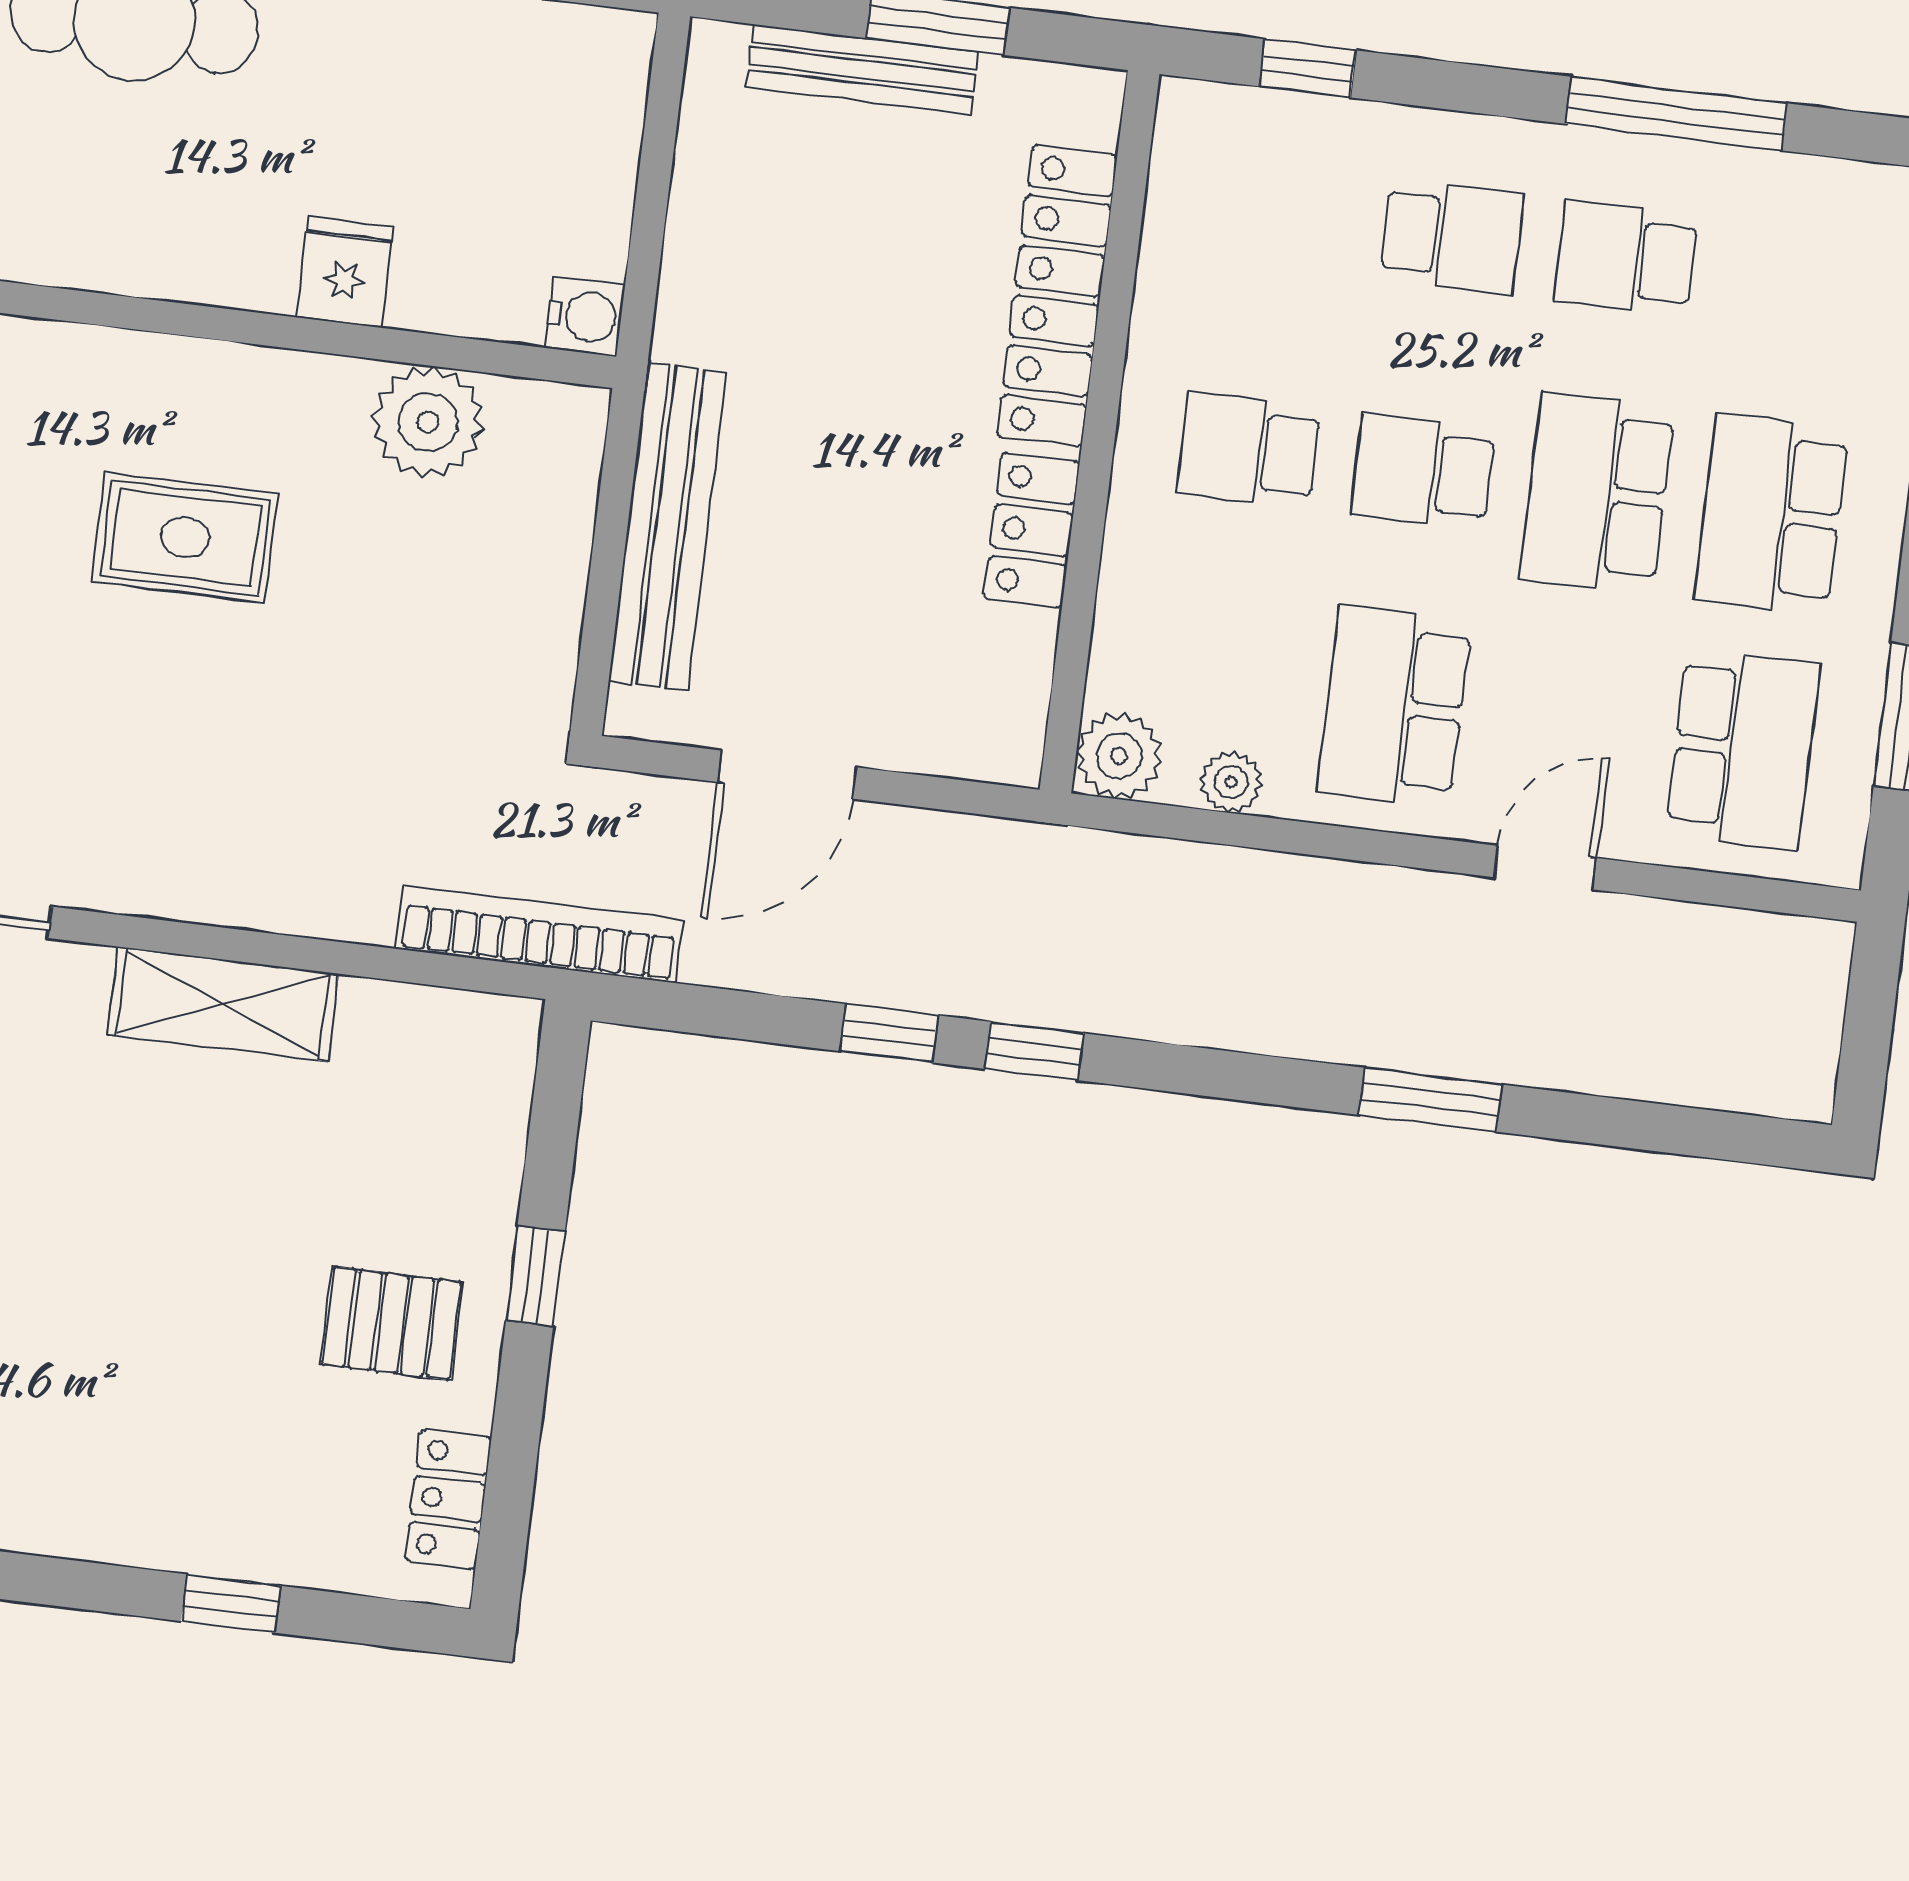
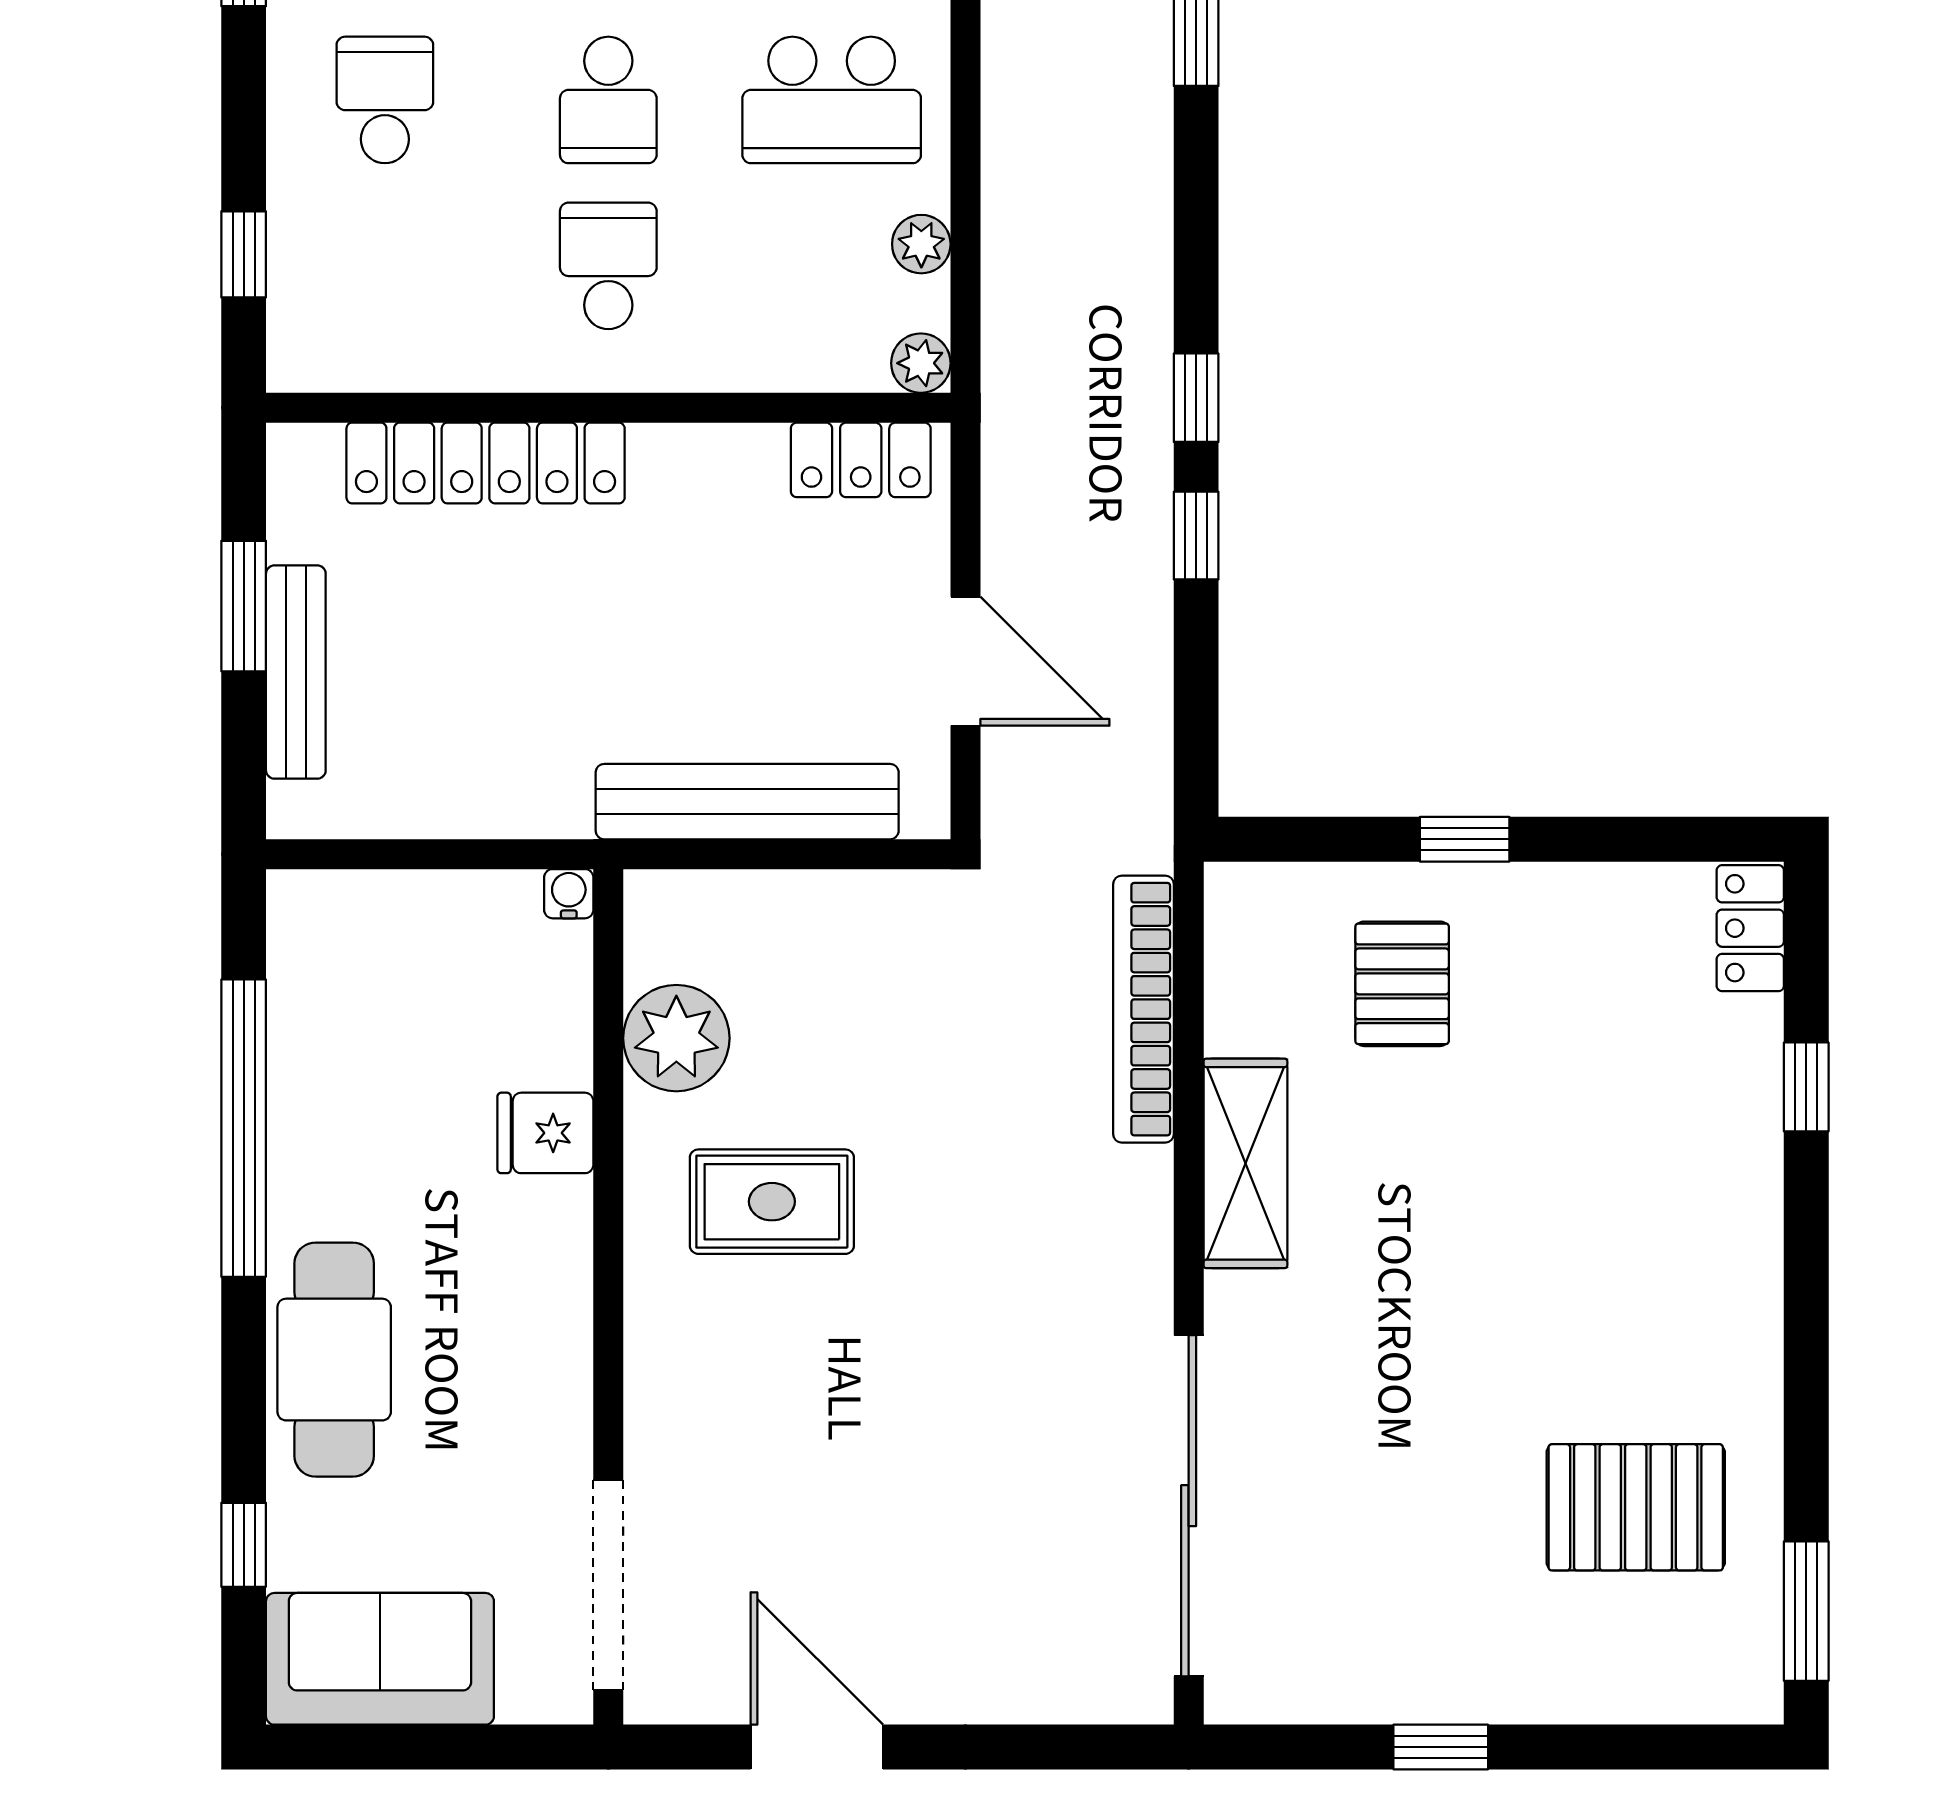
water cooler: (585, 316) -> (569, 894), width x0.72, depth x0.72
school desk: (1249, 450) -> (608, 266), turned 180
locker: (1032, 530) -> (861, 460), moved
rug: (185, 538) -> (772, 1202), moved, turned 90
plant: (1119, 756) -> (921, 363), width x0.73, depth x0.73
bookcase: (539, 934) -> (1143, 1009), moved
pallet: (391, 1323) -> (1402, 984), moved
locker: (448, 1499) -> (1750, 928), moved, turned 90

